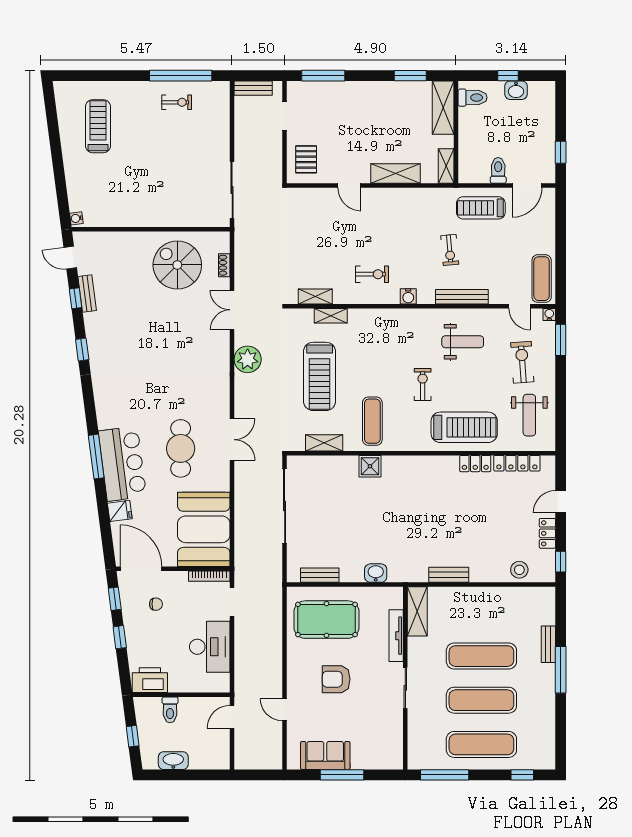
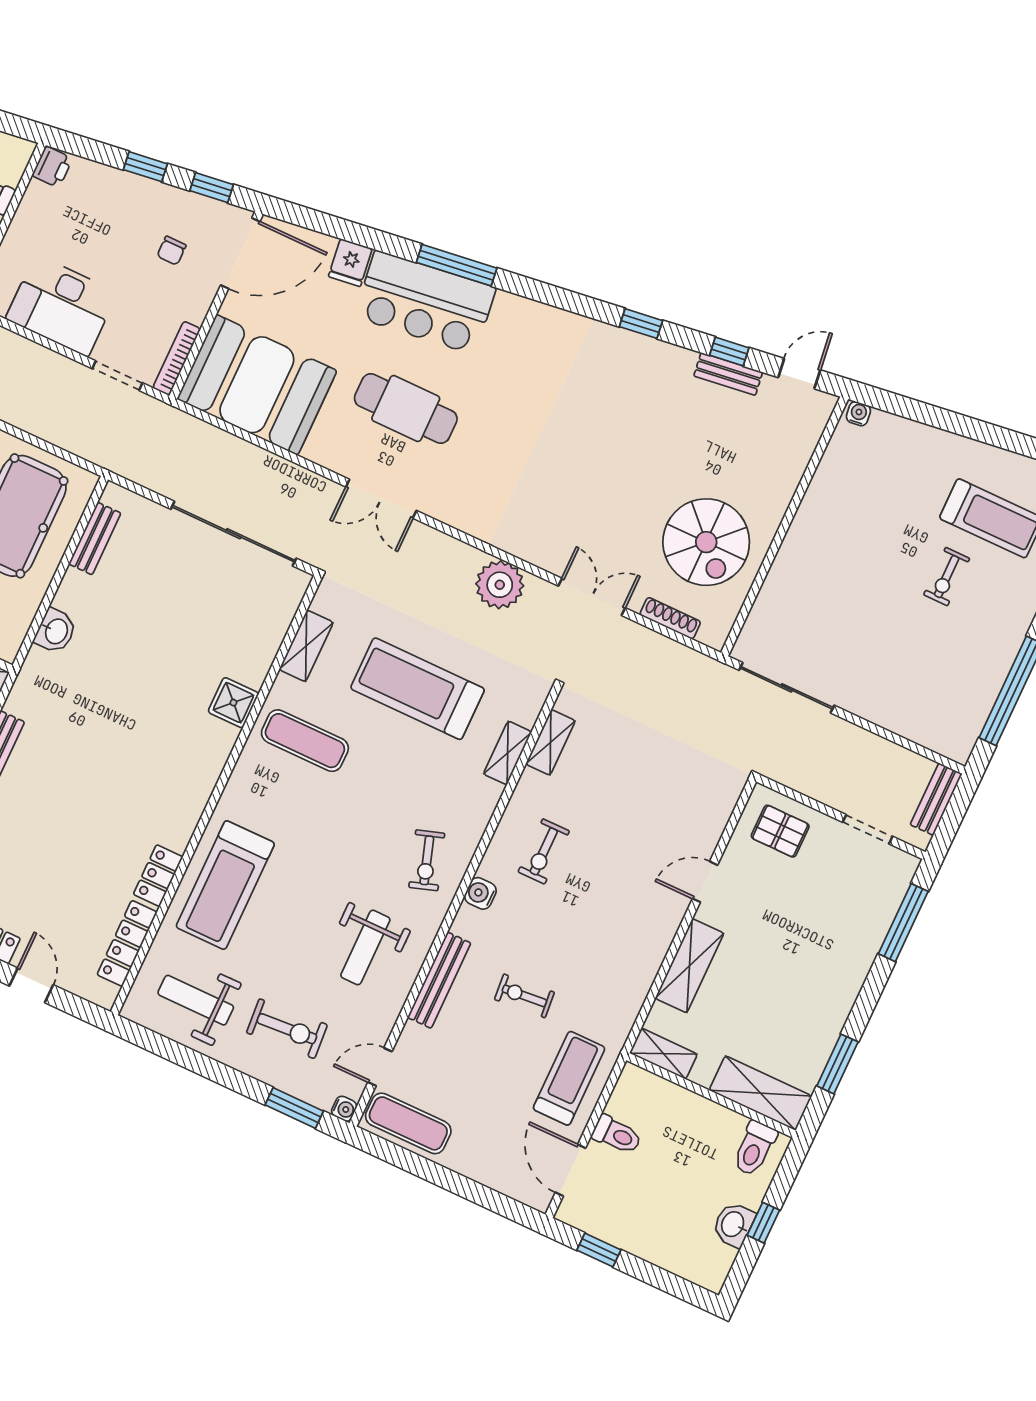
exercise bike: (177, 102) -> (947, 577), moved
spiral stairs: (177, 265) -> (706, 542), turned 90
shoe rack: (224, 265) -> (670, 618), width x1.43
exercise bike: (423, 384) -> (427, 860), moved, turned 72
printer: (150, 680) -> (52, 167), width x0.53, depth x0.68

